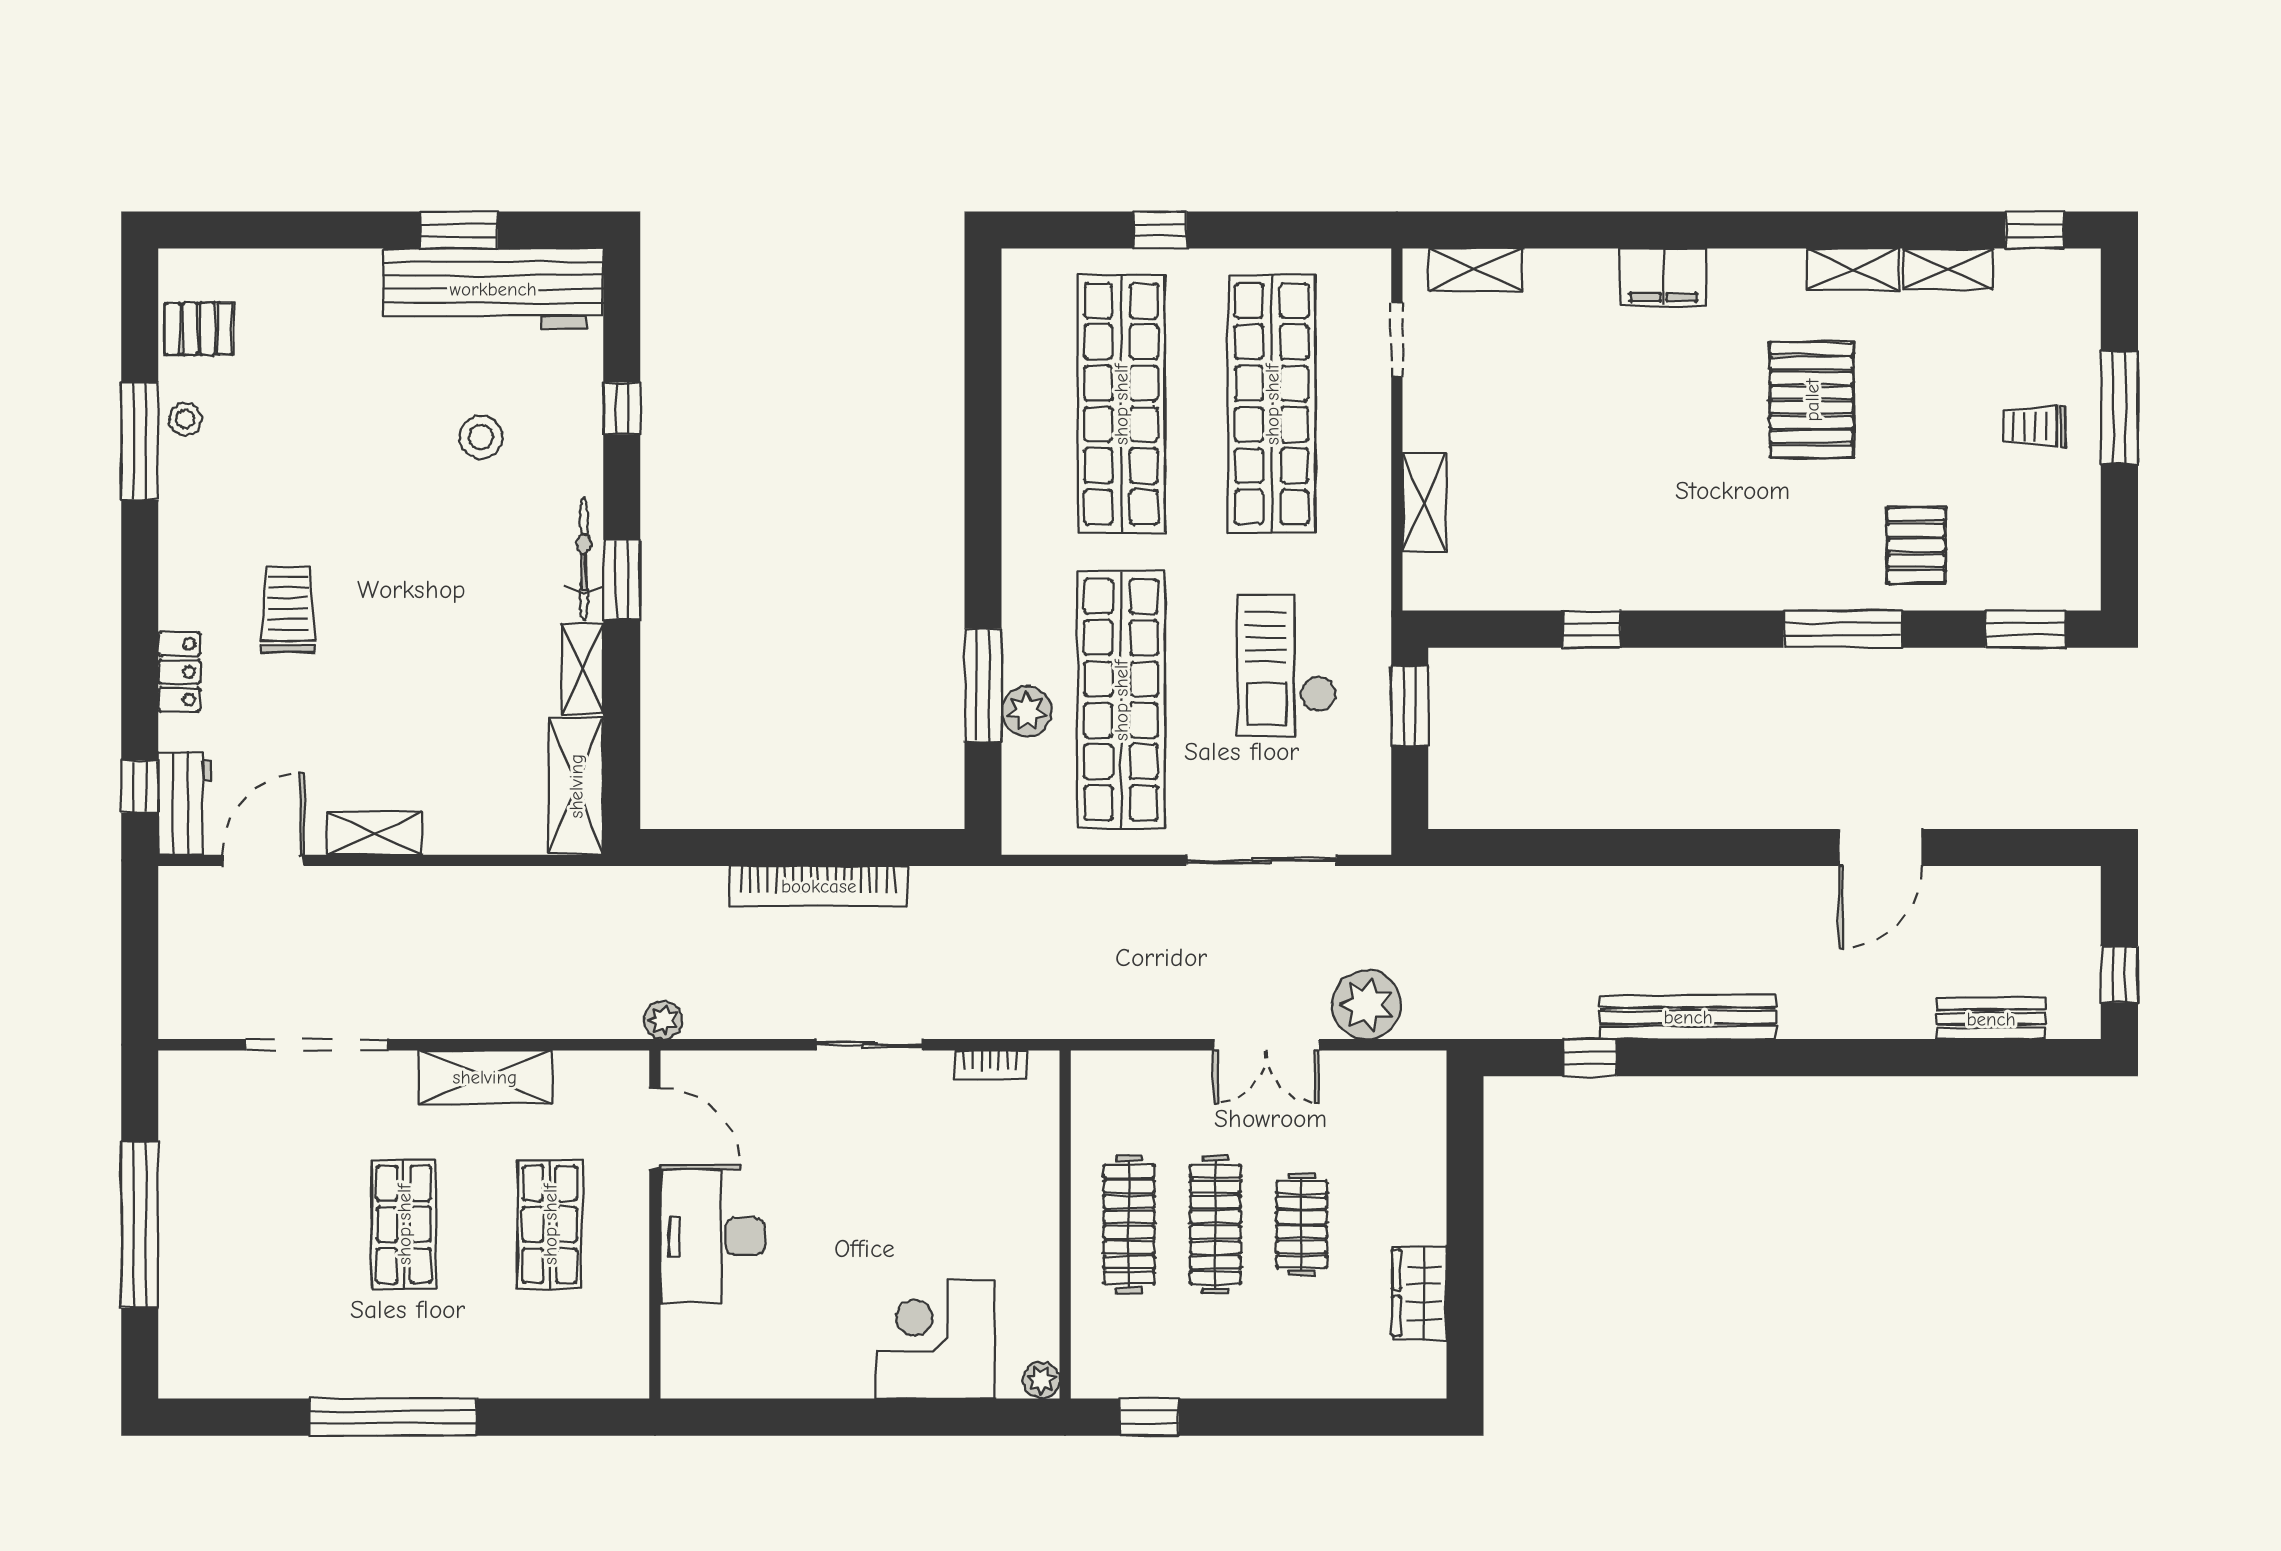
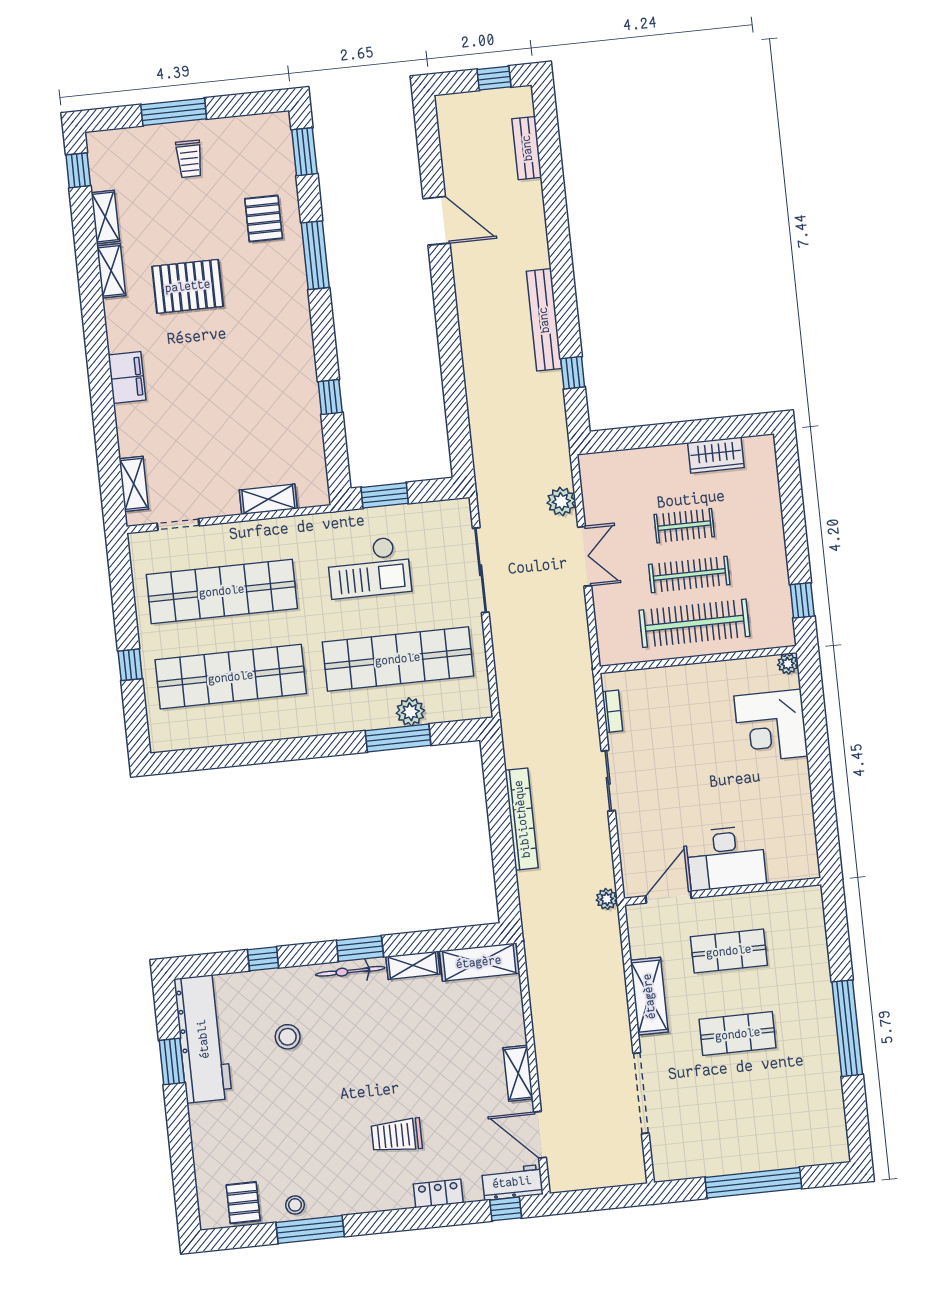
pallet: (1916, 545) -> (264, 219), turned 90
plant: (1367, 1005) -> (561, 502), width x0.73, depth x0.73
clothes rail: (1129, 1224) -> (694, 623), width x1.37, depth x1.31

